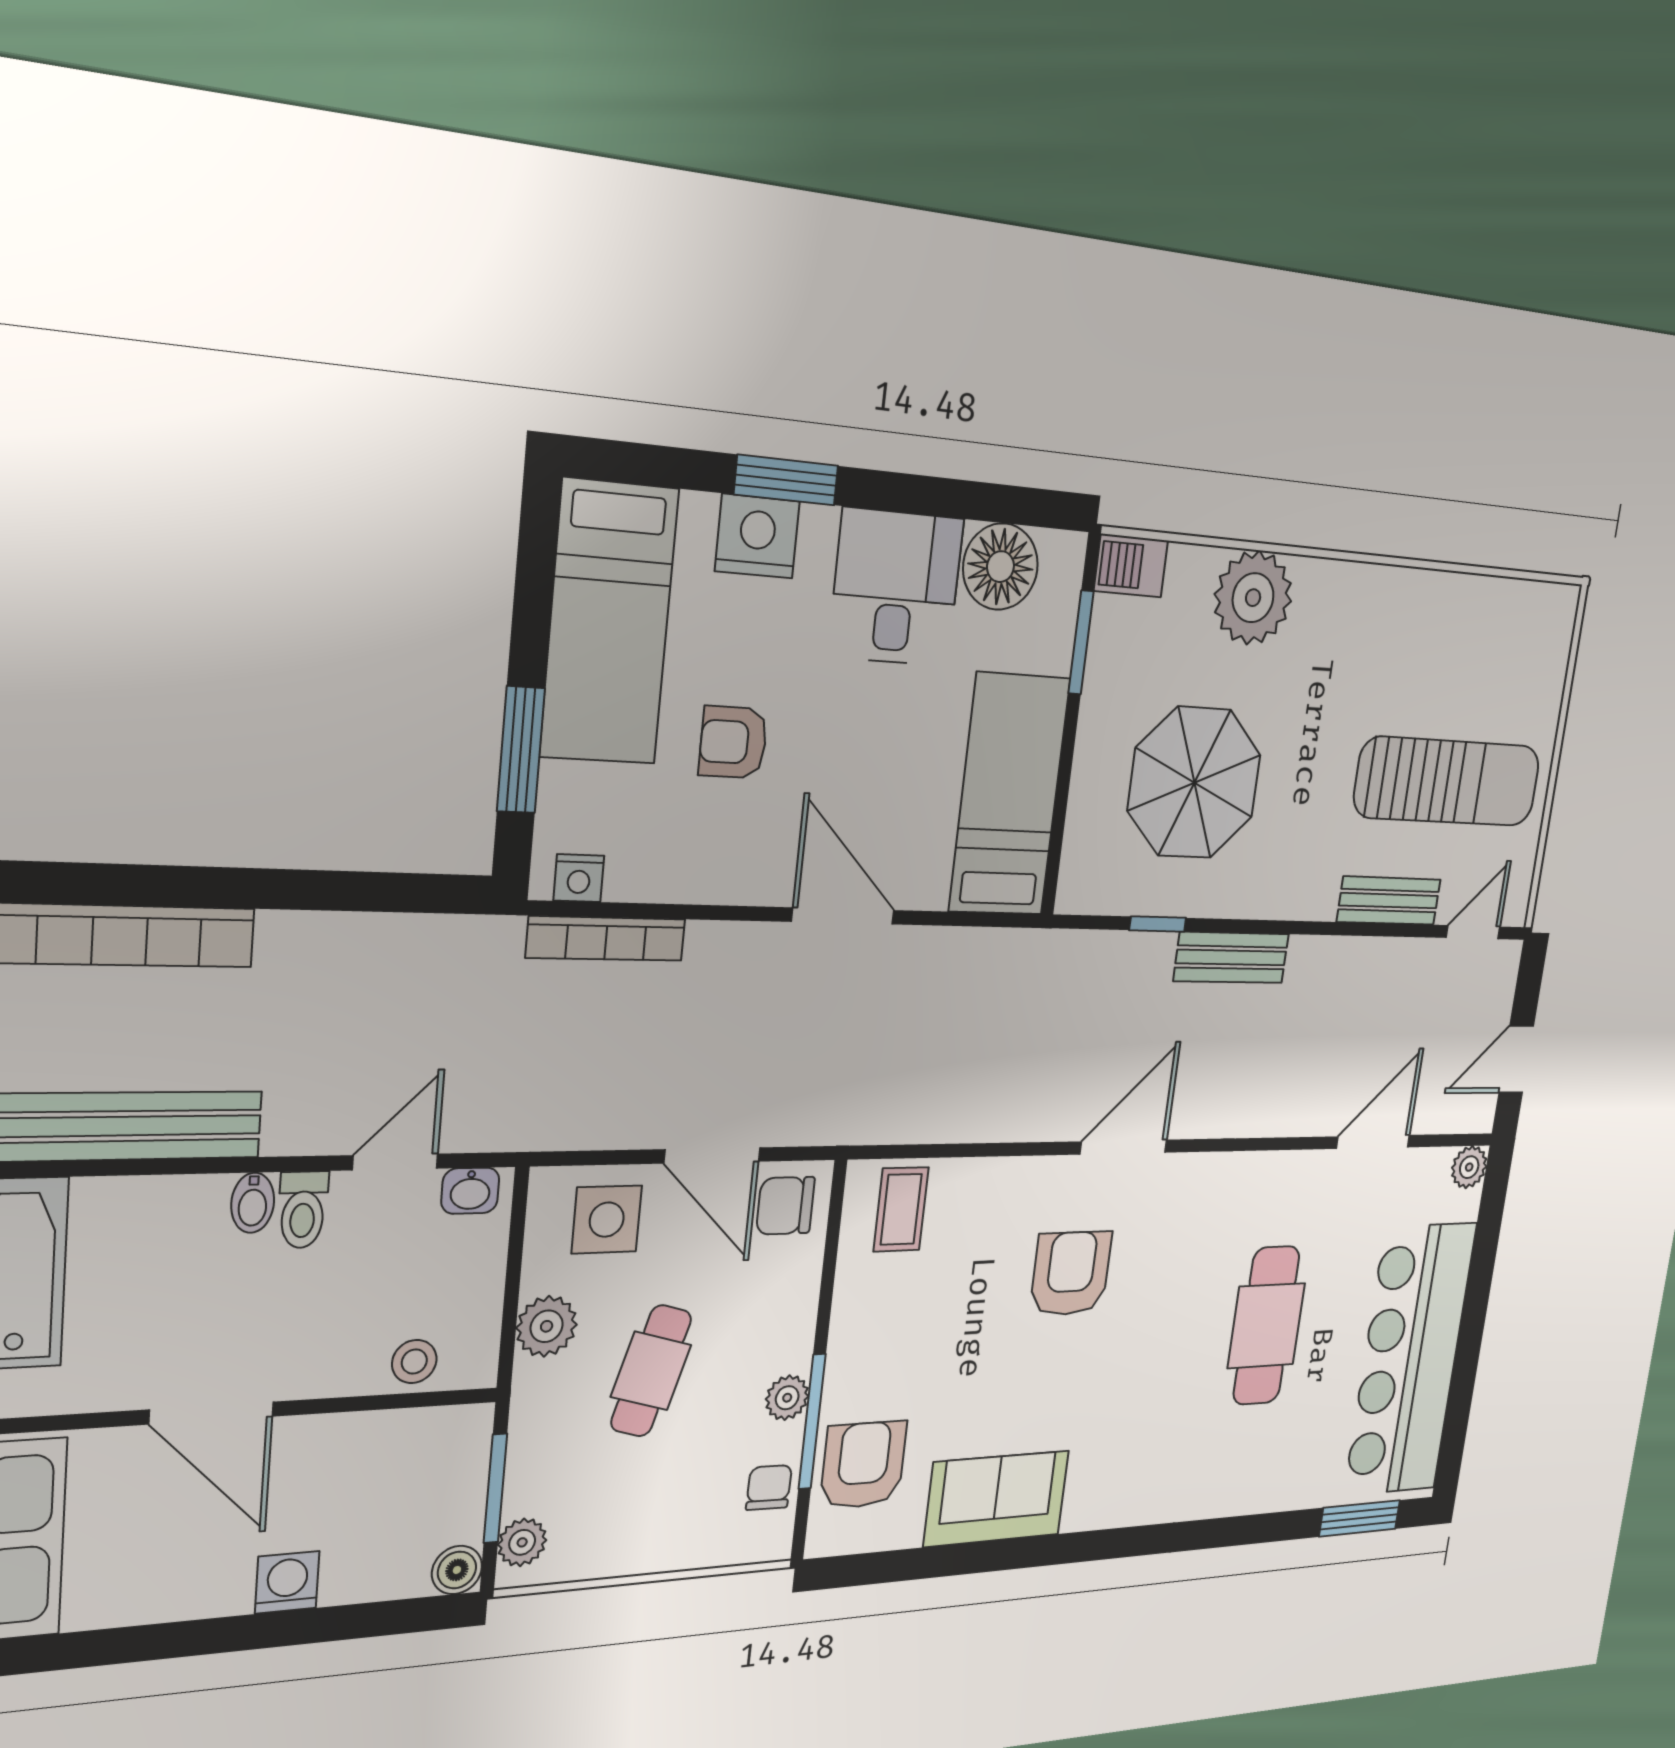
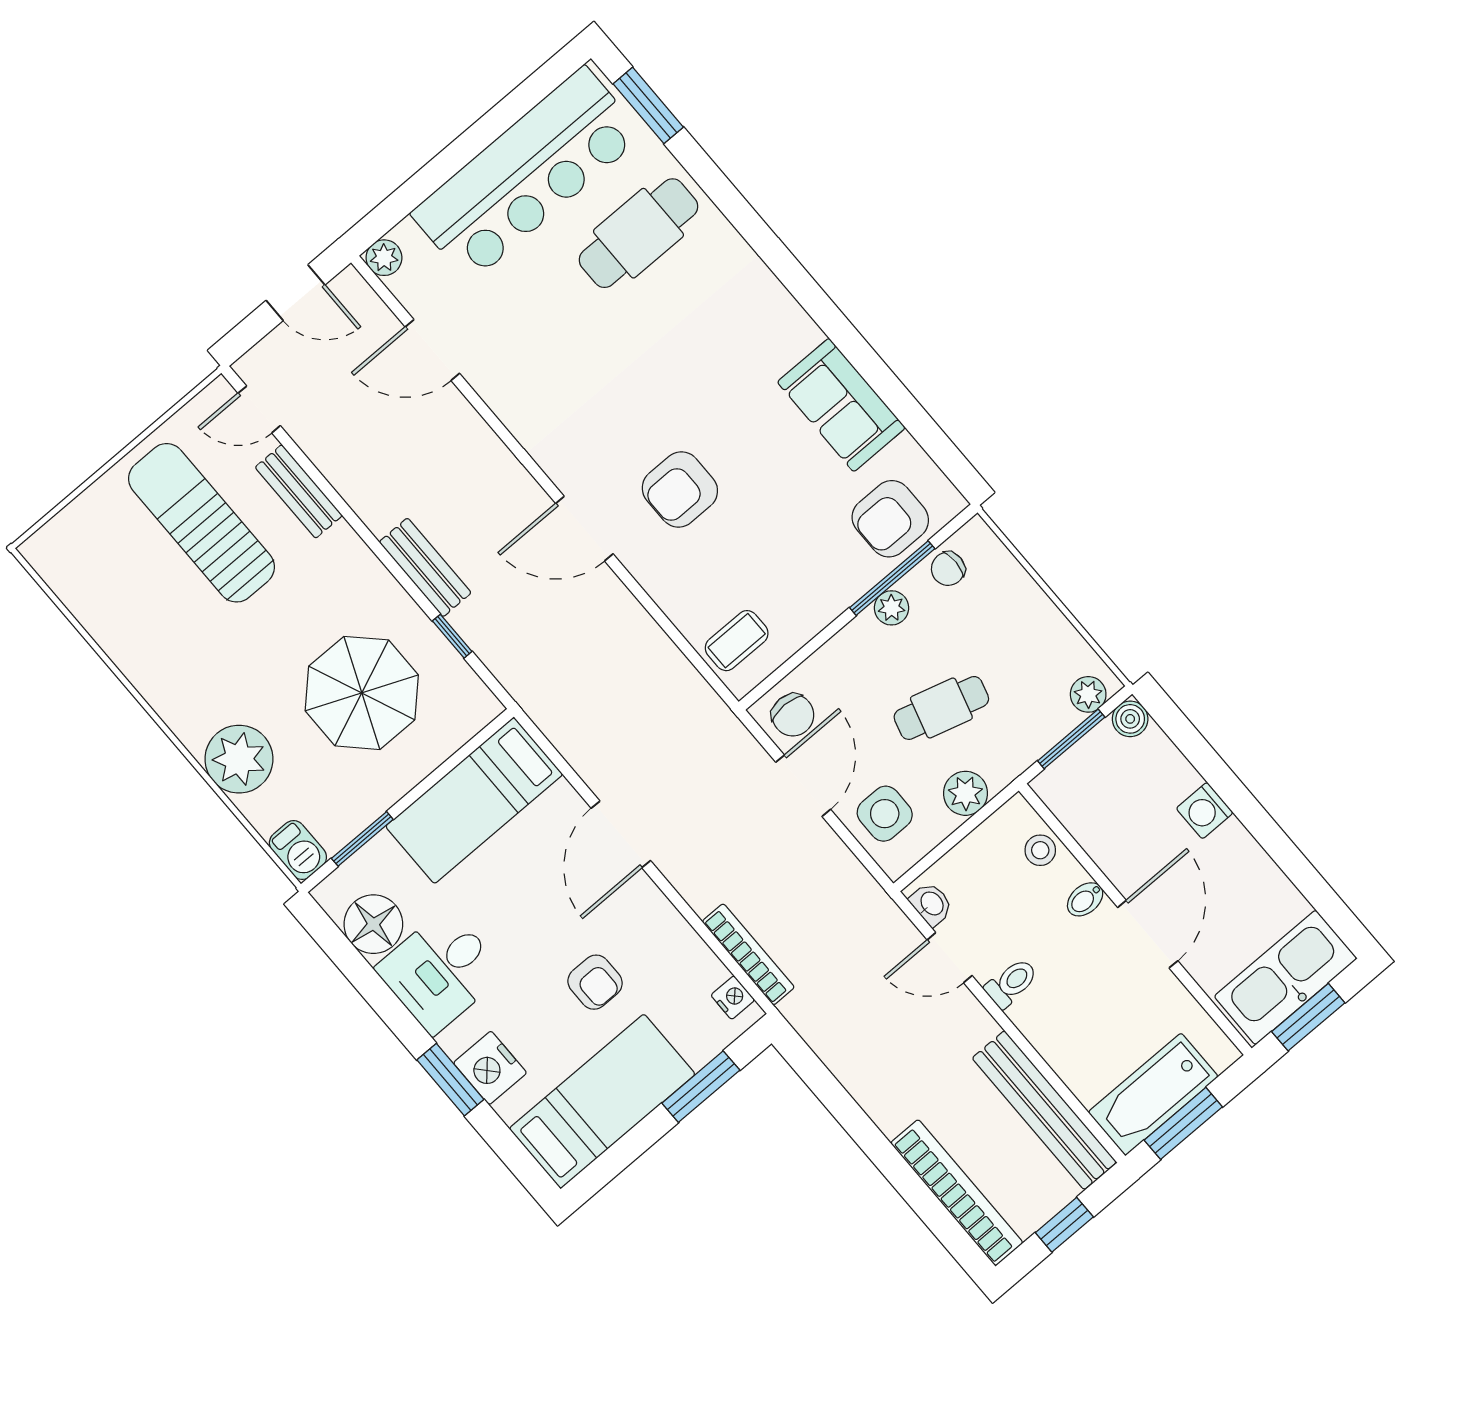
bidet: (253, 1203) -> (1085, 899), moved, turned 180
cafe table: (1266, 1326) -> (638, 233), moved

